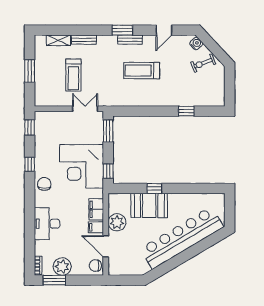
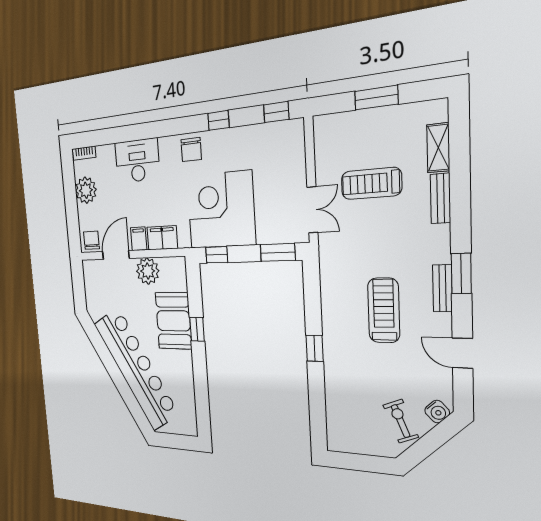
window: (186, 111) -> (315, 348), moved
chair: (44, 184) -> (191, 149), turned 89
window: (54, 280) -> (69, 180), removed

